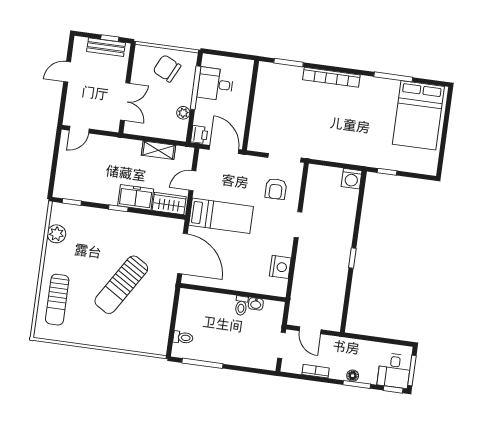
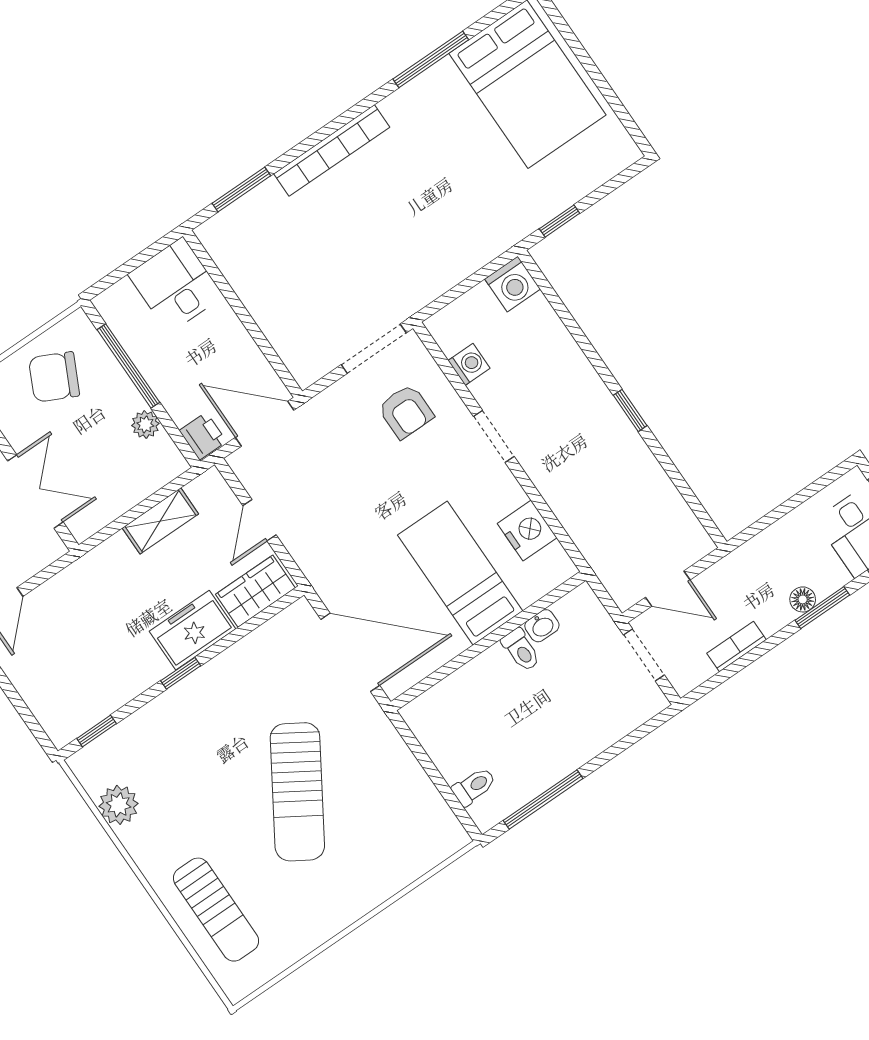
desk: (215, 84) -> (176, 285), moved, turned 90
washing machine: (312, 192) -> (469, 364), added
bed: (221, 216) -> (460, 573), moved, turned -90

